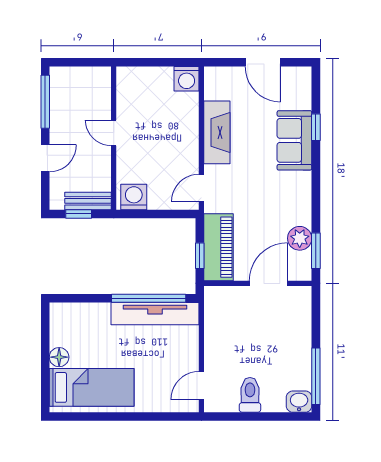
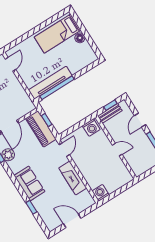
sofa: (294, 140) -> (29, 183), moved

